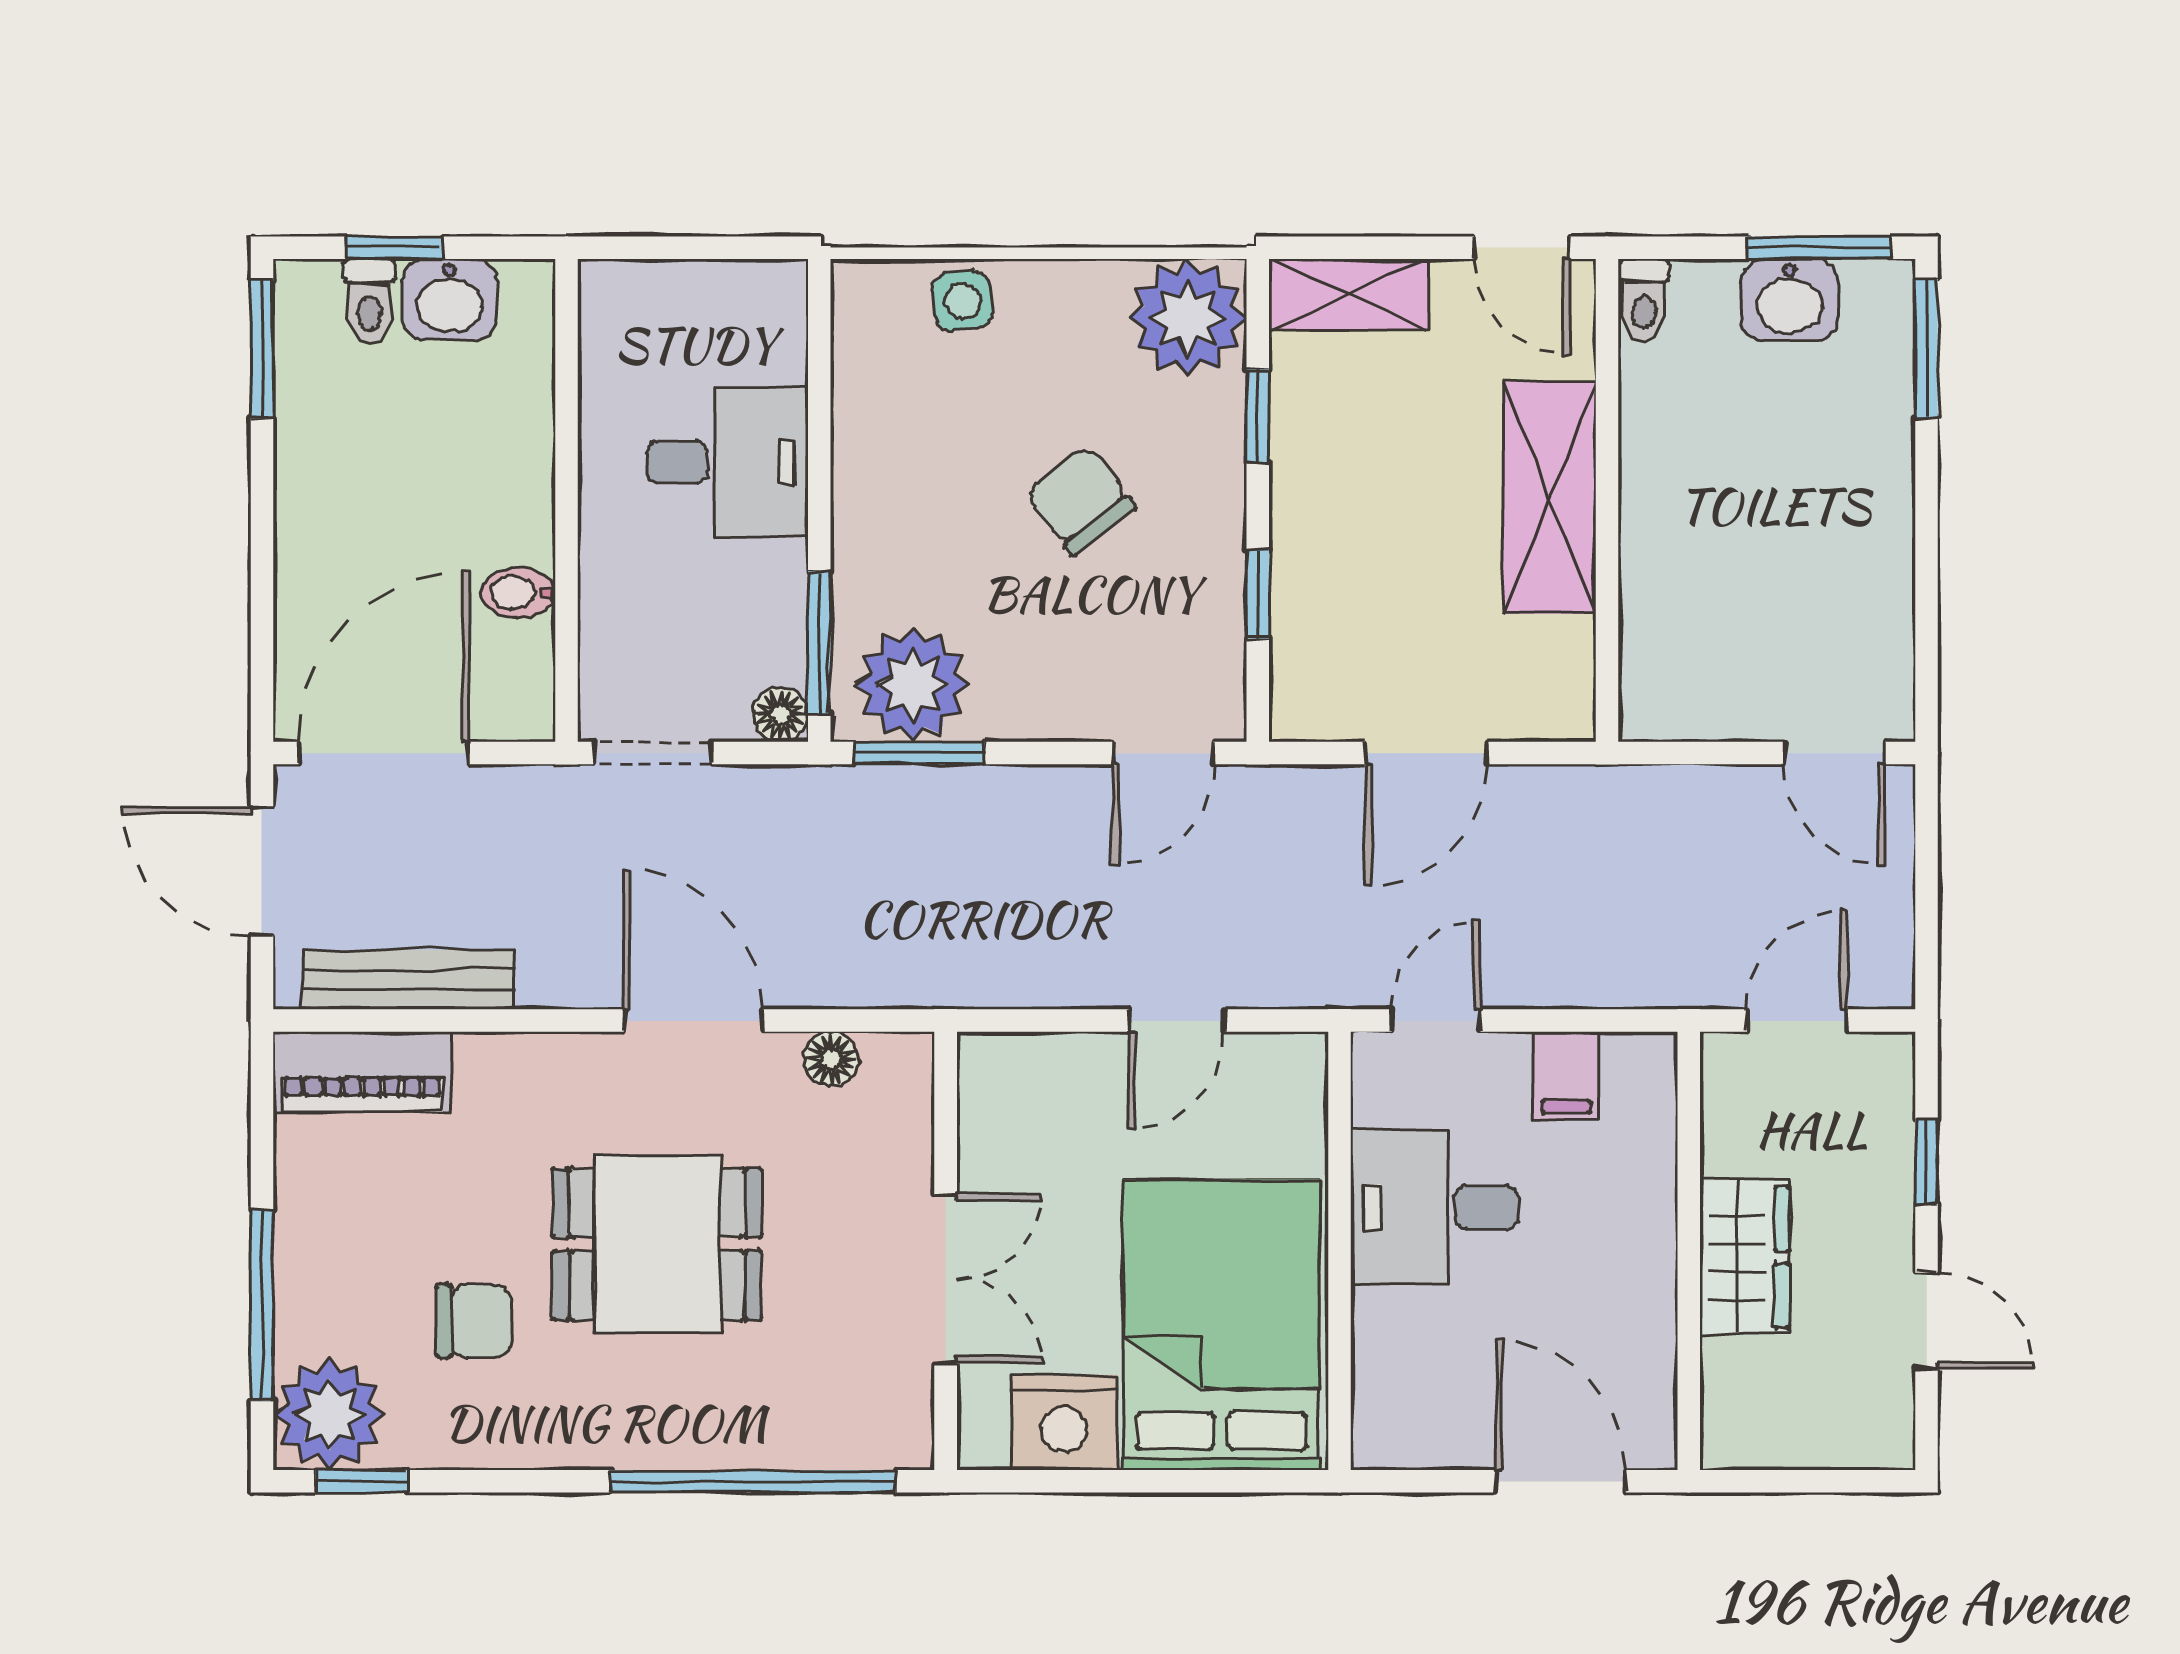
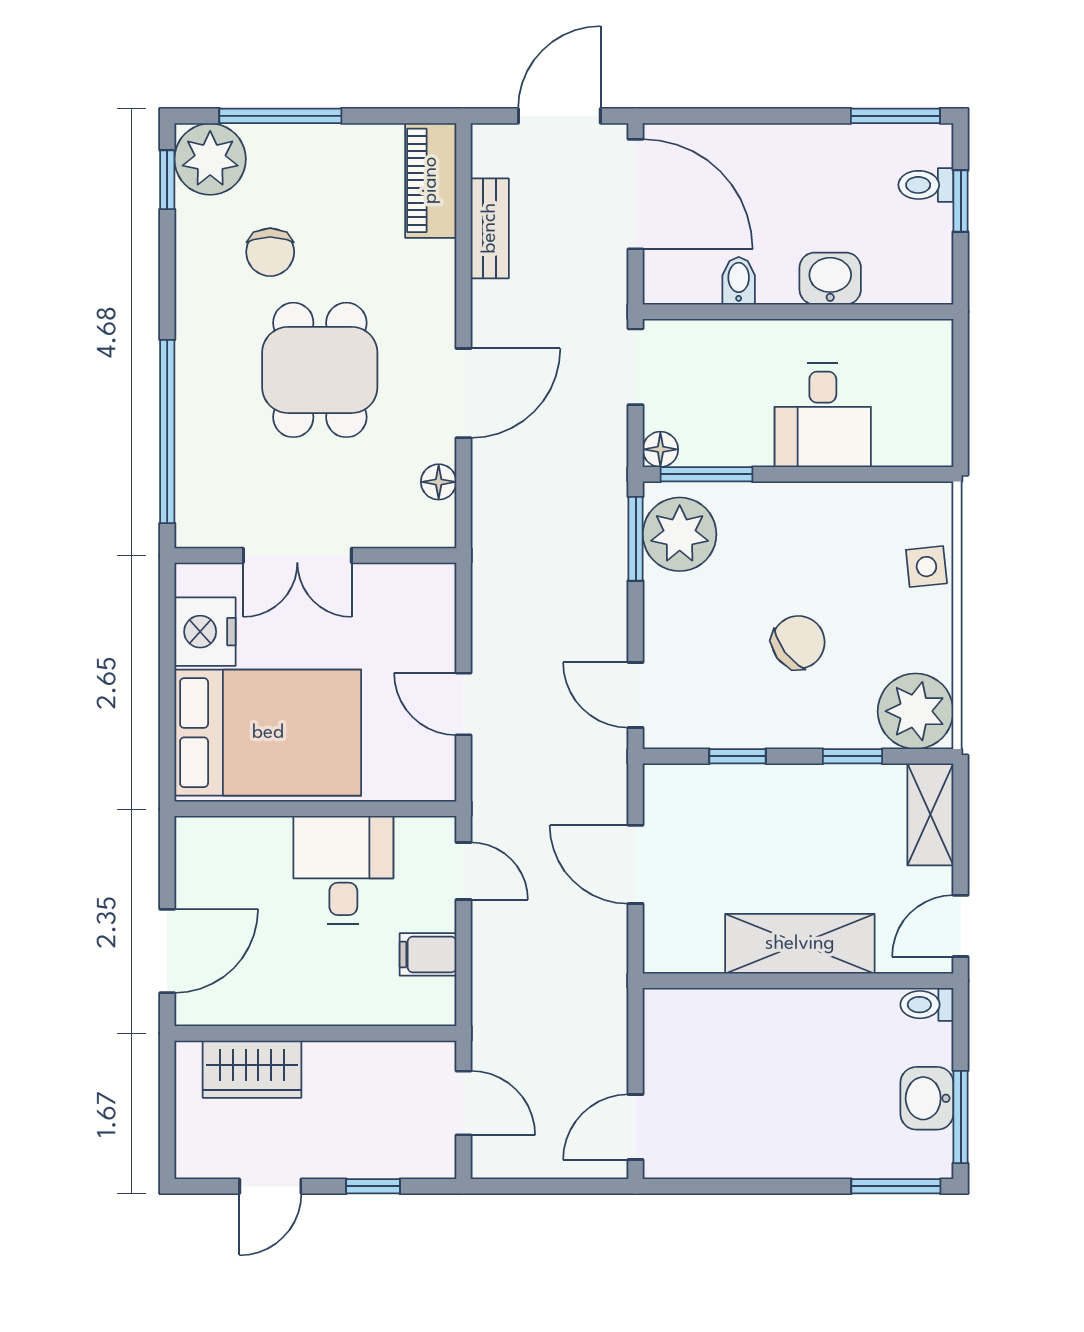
washbasin: (450, 299) -> (830, 279), moved, turned 90
bench: (409, 980) -> (490, 228), width x0.73
wardrobe: (1744, 1257) -> (252, 1069), moved

